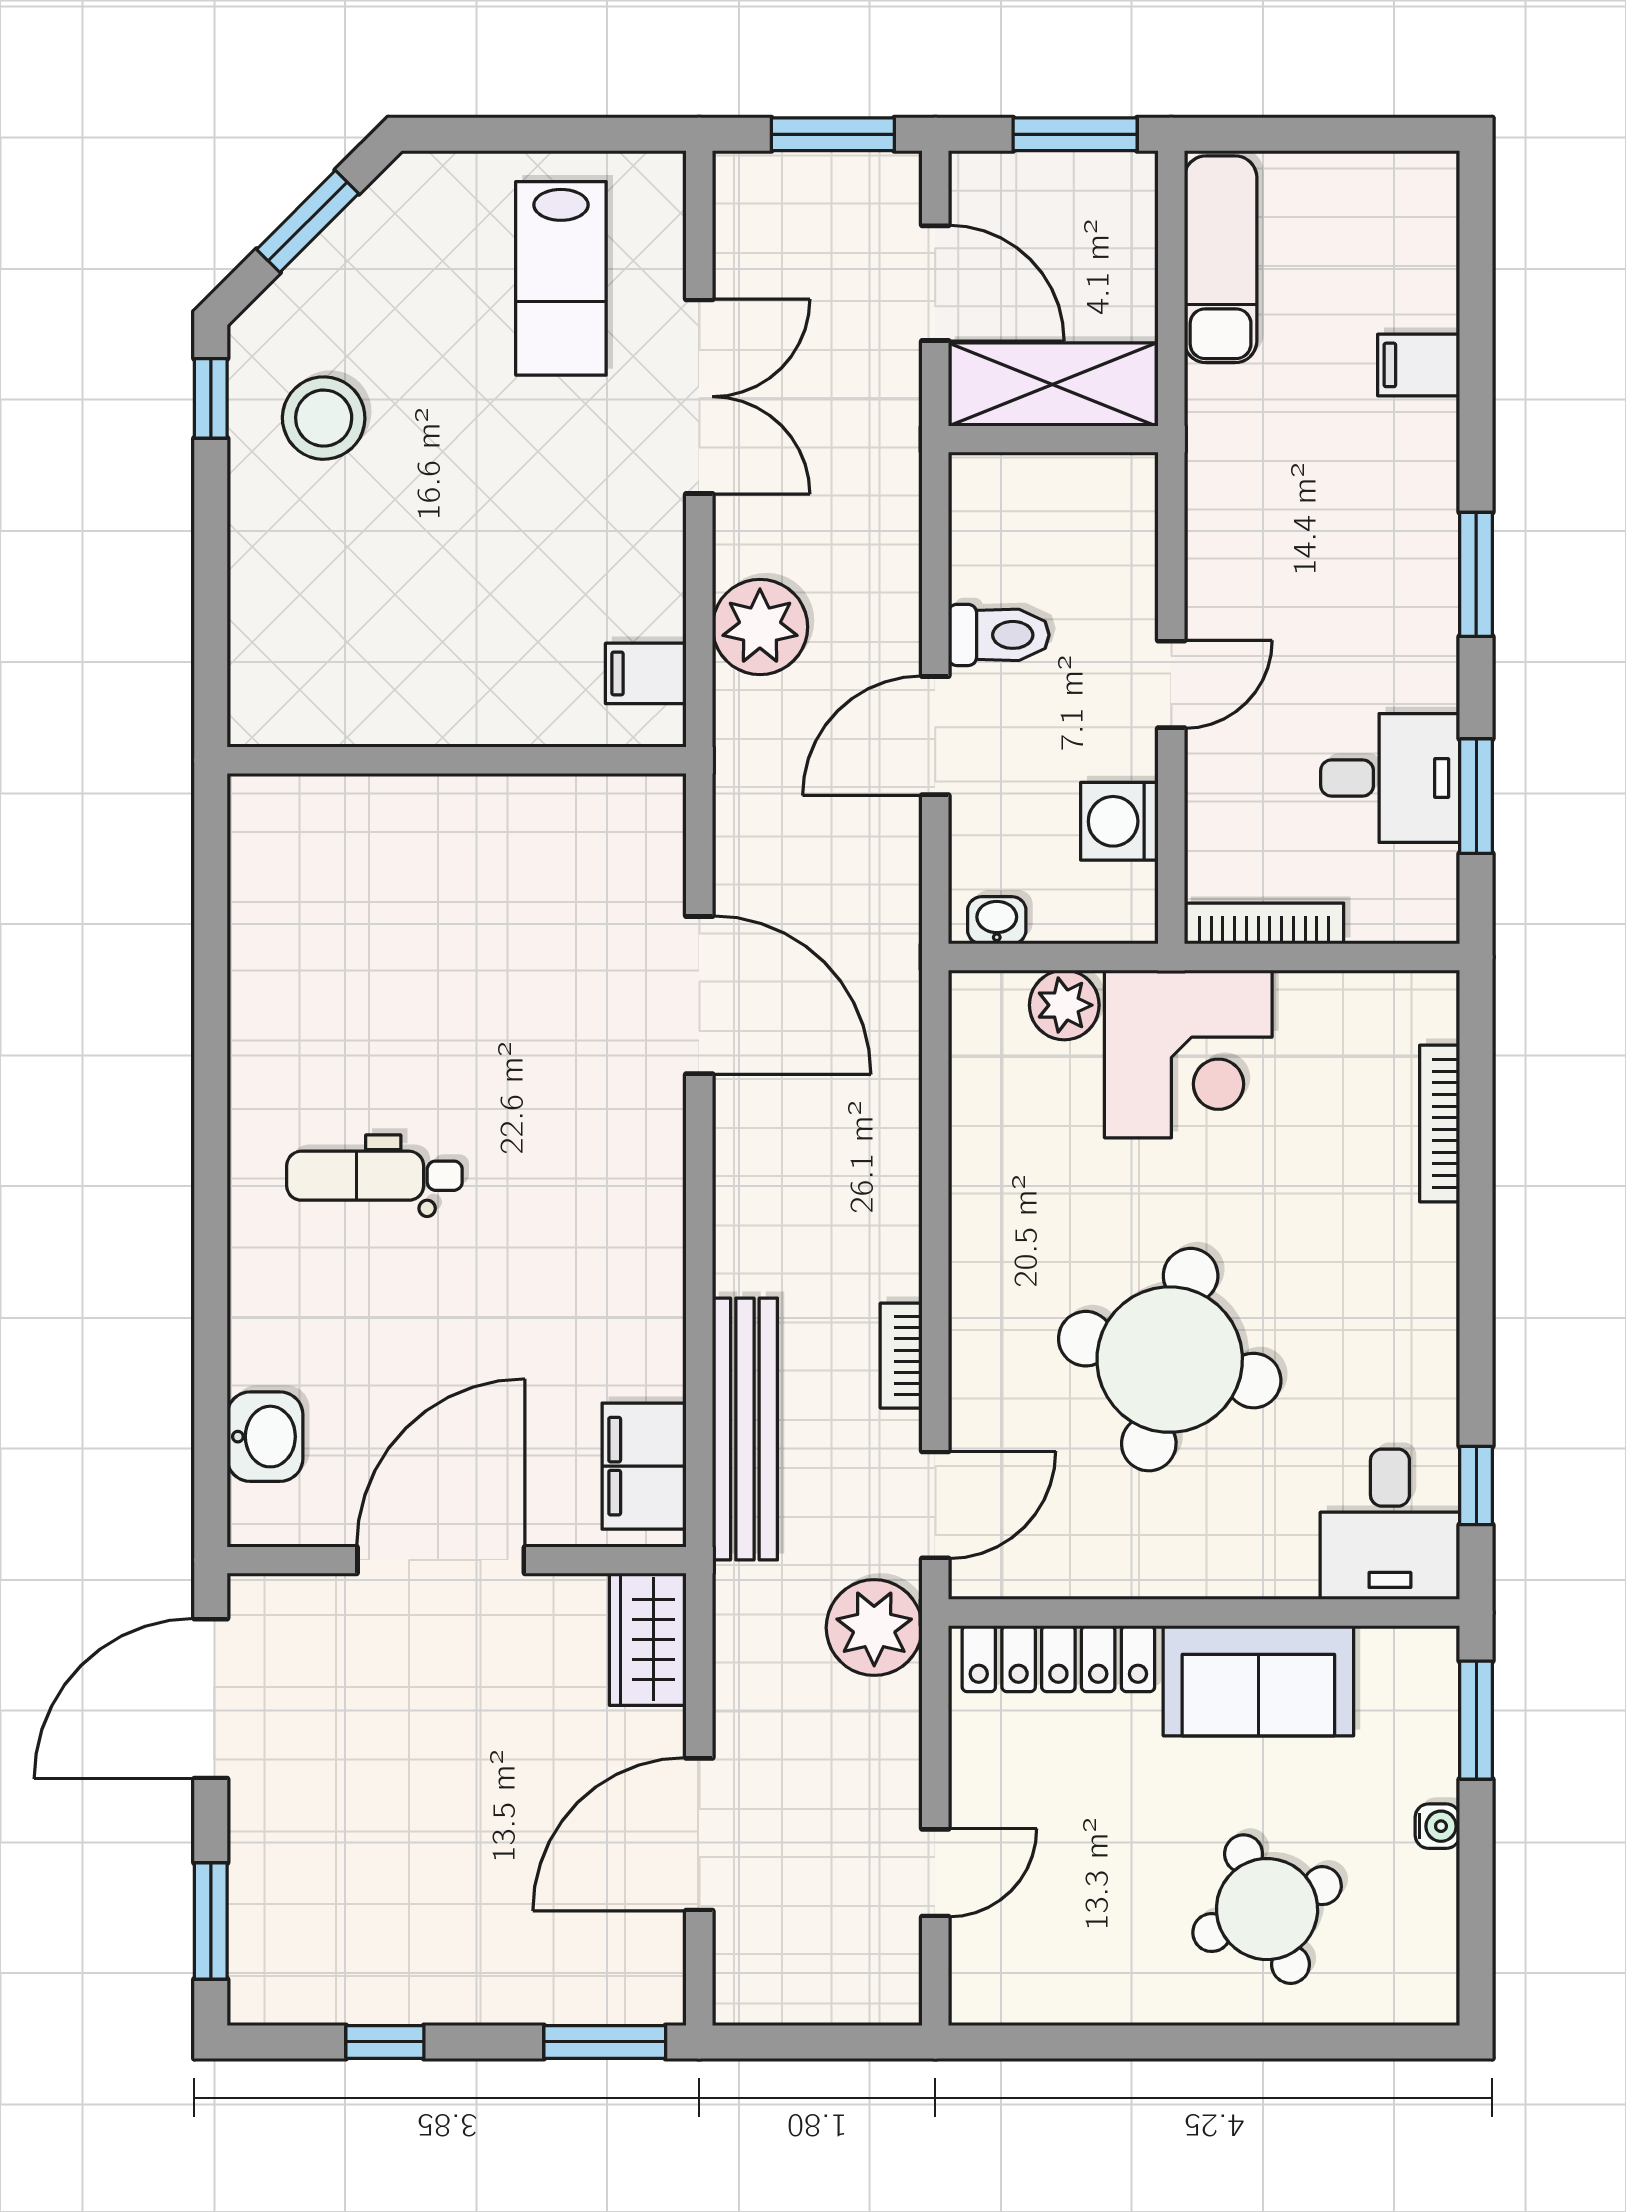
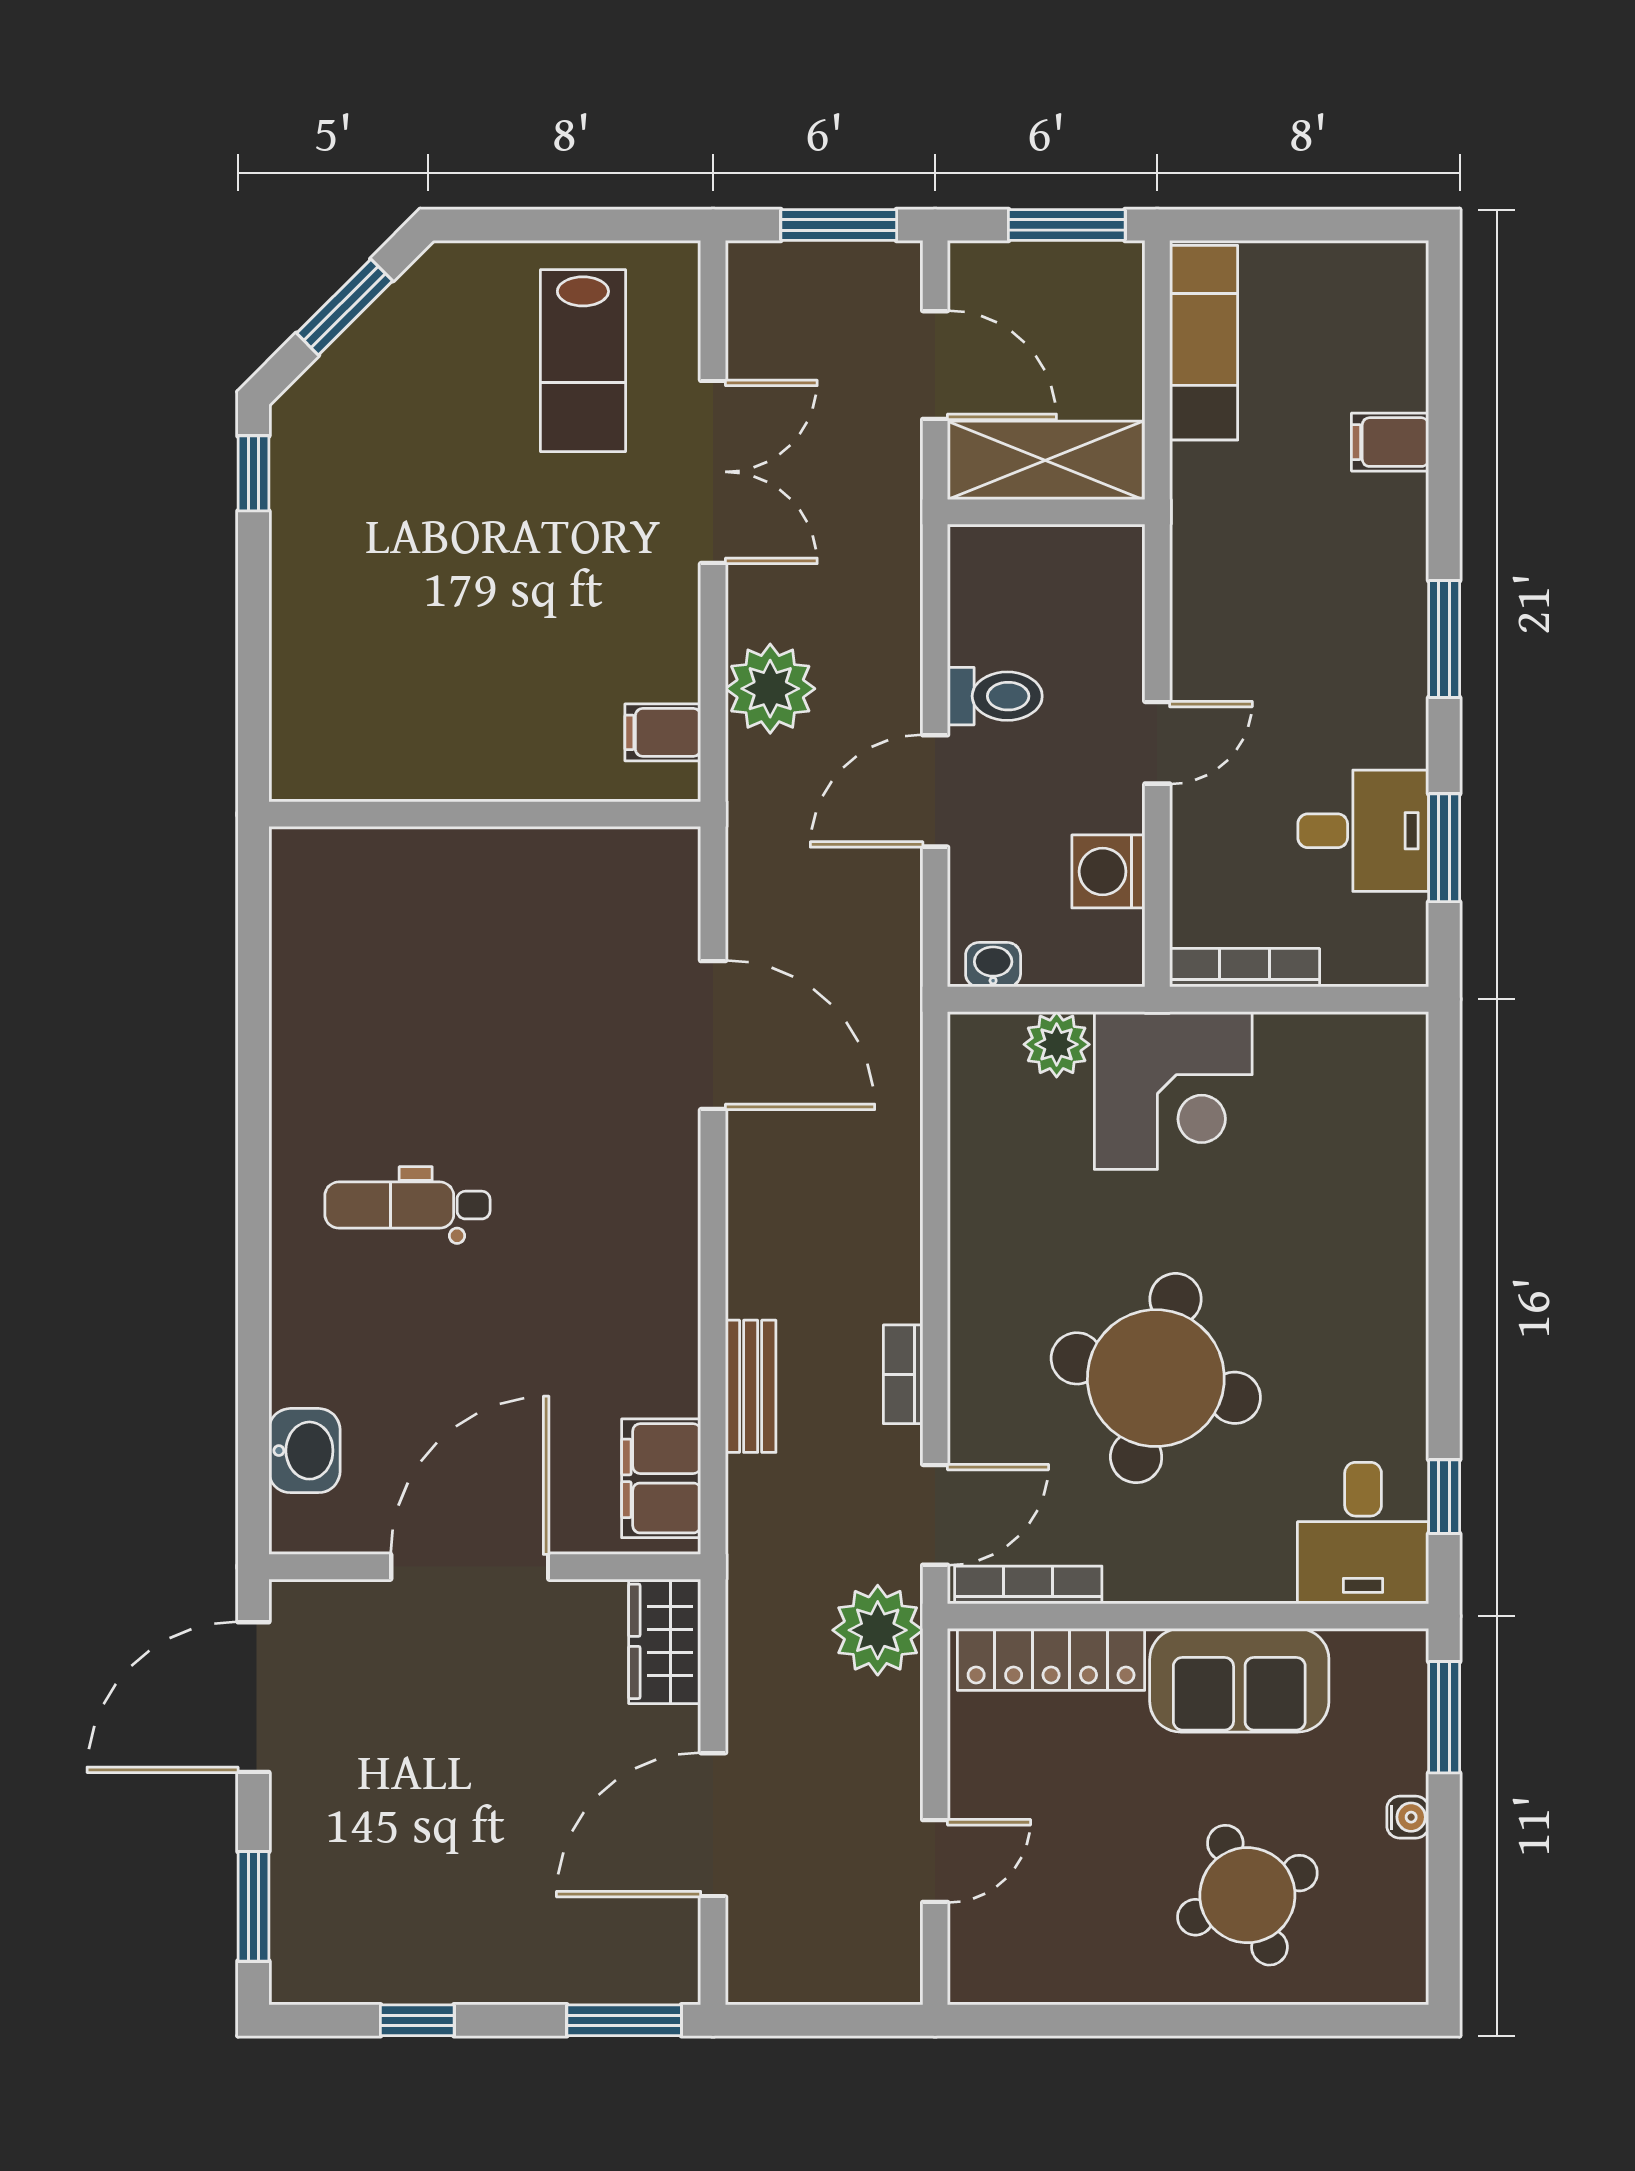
stool: (324, 418) -> (360, 492), removed
bookcase: (1440, 1123) -> (1028, 1585), moved, turned 90
bench: (745, 1429) -> (751, 1386), width x0.54, depth x0.82

